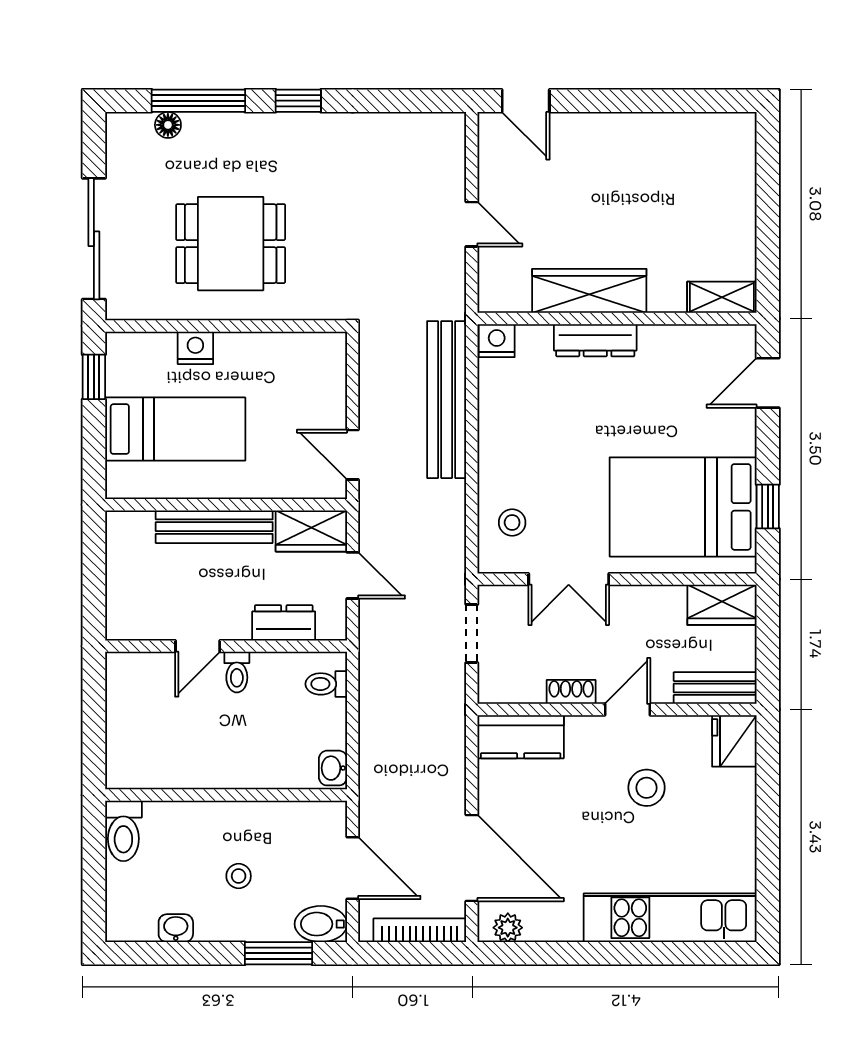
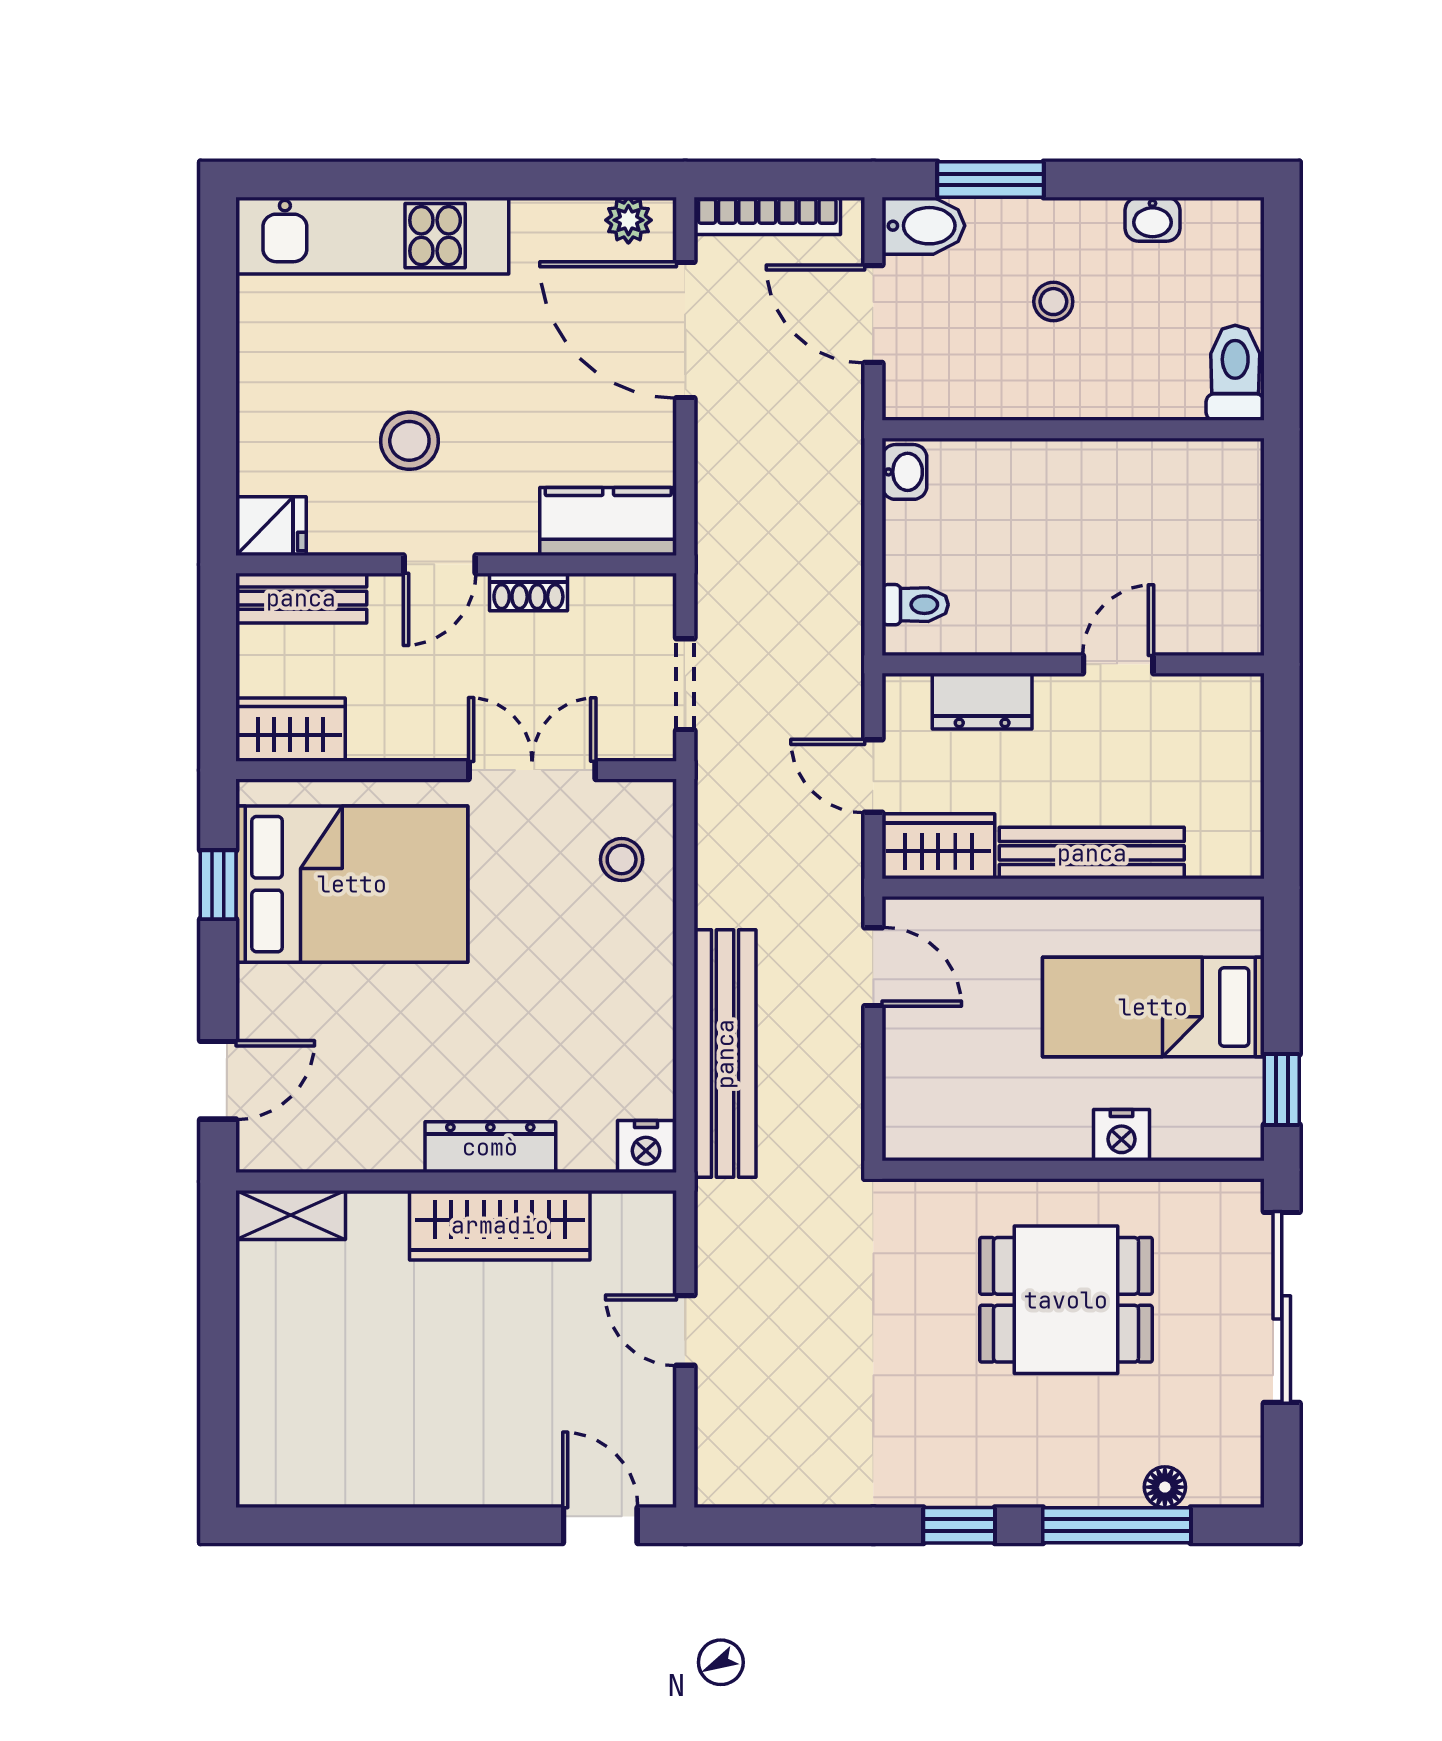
toilet: (237, 672) -> (1056, 623), removed
fridge: (734, 741) -> (271, 526), width x0.72

